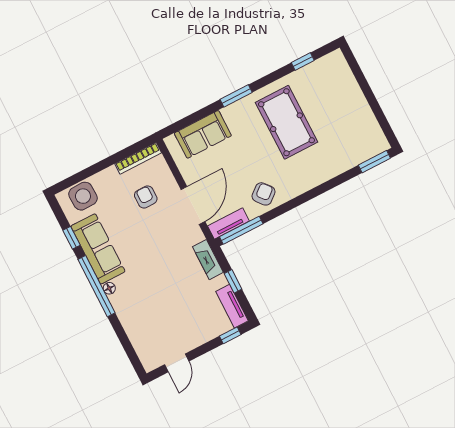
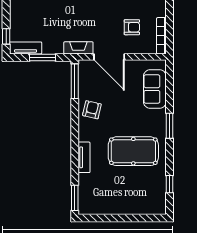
armchair: (264, 194) -> (92, 110), turned -127
tv unit: (228, 223) -> (84, 157), moved
fireplace: (208, 260) -> (78, 48), moved
window: (233, 281) -> (42, 57), width x1.50

